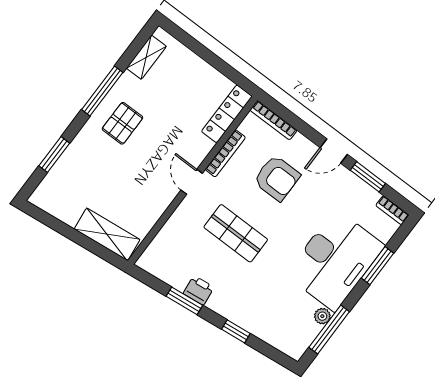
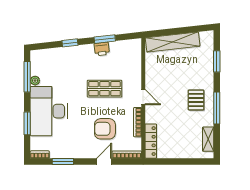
door: (334, 151) -> (104, 161), moved
shelving: (107, 234) -> (173, 42), width x1.47

